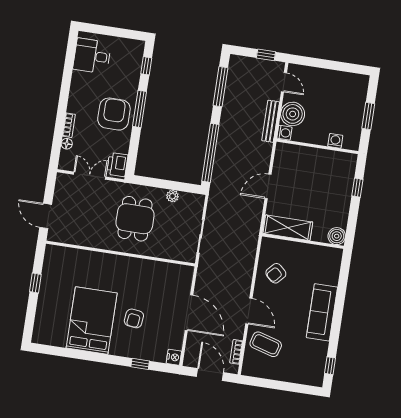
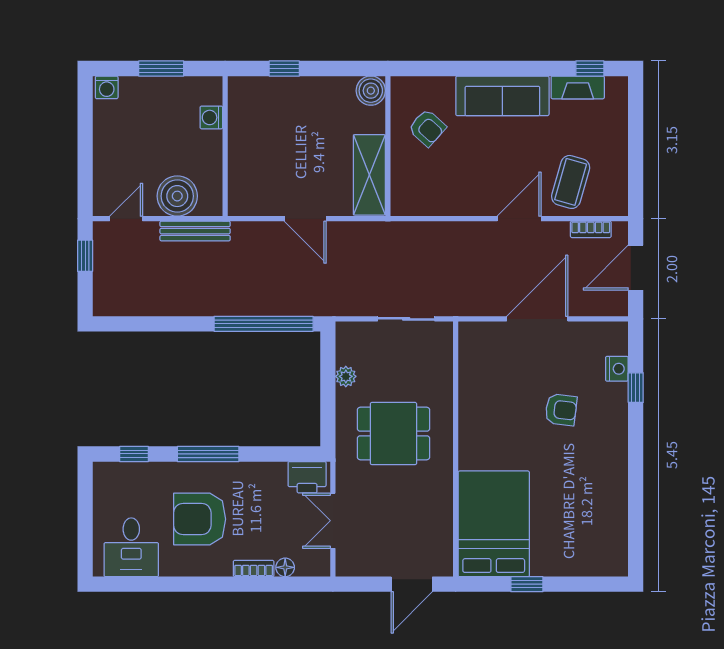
window: (221, 87) -> (150, 324), removed
armchair: (114, 114) -> (200, 519), moved
washing machine: (284, 133) -> (107, 87), moved, turned 180
armchair: (276, 273) -> (427, 128), moved
bed: (92, 321) -> (494, 524), moved, turned 90
nightstand: (174, 357) -> (617, 369), moved, turned 90
fireplace: (320, 357) -> (578, 87), added

